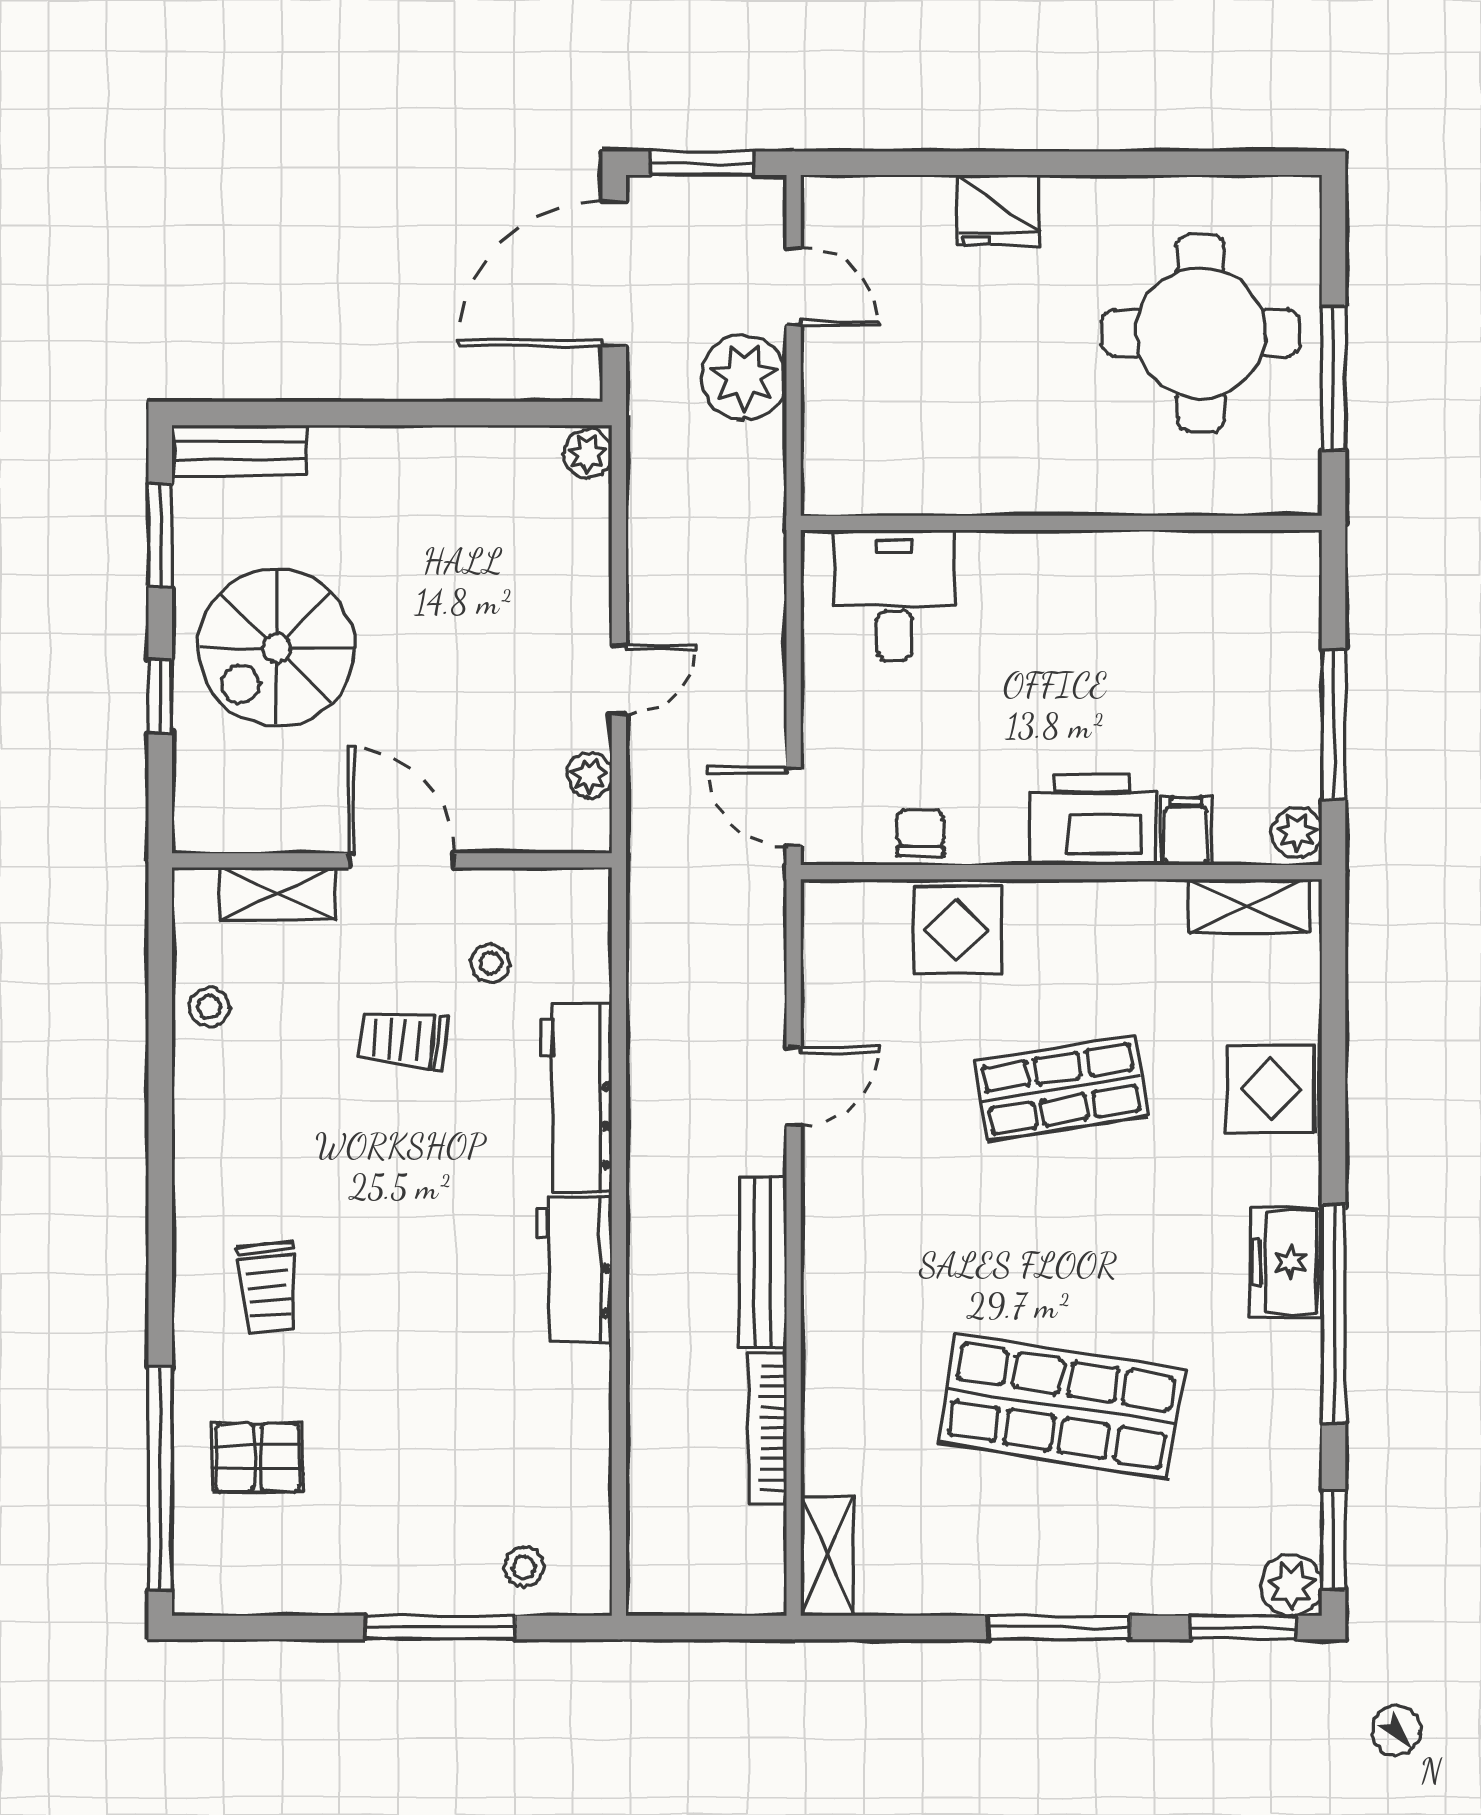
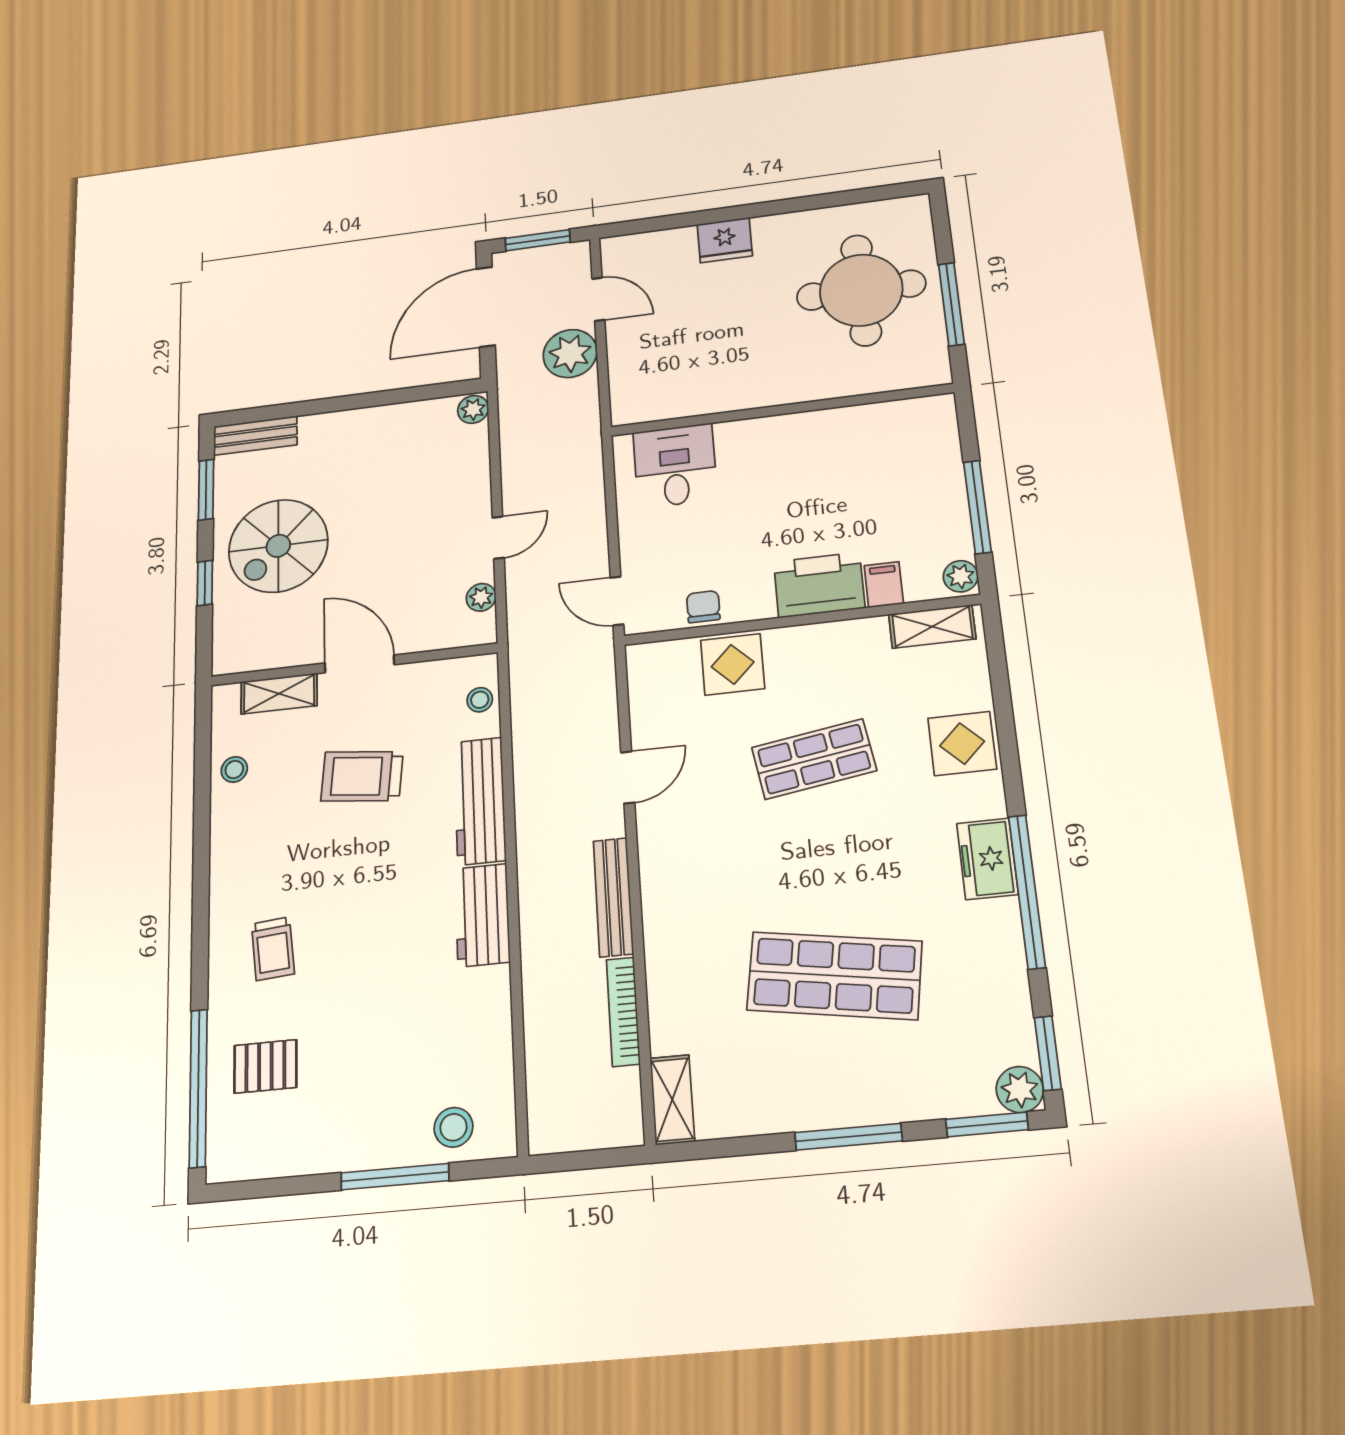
stool: (491, 963) -> (480, 700), moved
trolley: (403, 1040) -> (362, 776), width x1.36, depth x1.39
stool: (524, 1567) -> (453, 1127), width x1.37, depth x1.37

